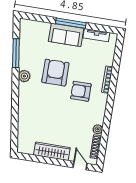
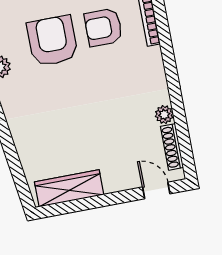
armchair: (81, 91) -> (103, 27), moved
wardrobe: (52, 151) -> (69, 188), moved

